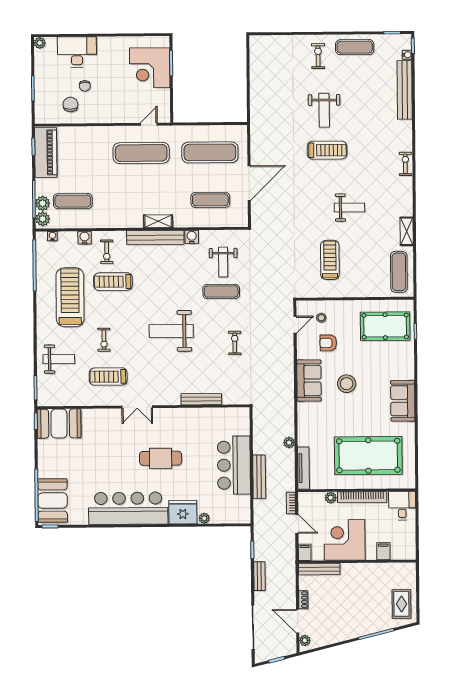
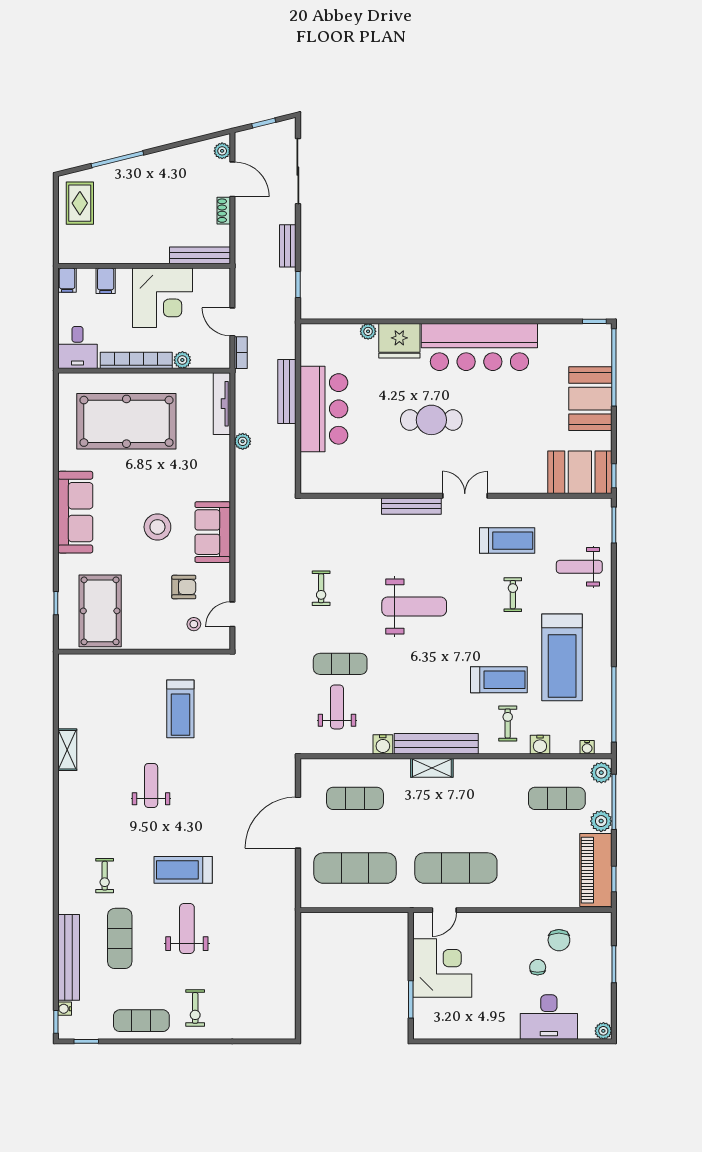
corner desk: (150, 68) -> (442, 968), moved
exercise bike: (405, 164) -> (105, 876), moved
plant: (43, 203) -> (601, 821), moved
weight bench: (349, 207) -> (151, 785), turned 90
exercise mat: (399, 272) -> (120, 938), moved
pool table: (385, 326) -> (100, 611), turned 90
bench: (201, 399) -> (411, 506), moved
sofa: (403, 401) -> (75, 512), width x1.36
booth: (53, 501) -> (590, 399), moved
filing cabinet: (305, 552) -> (67, 280), moved

